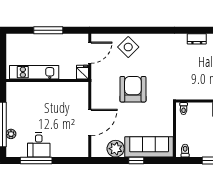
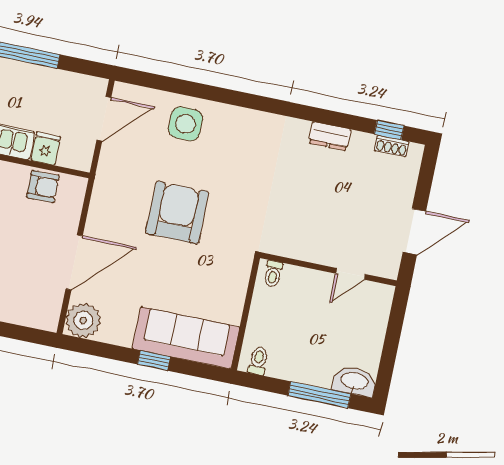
side table: (128, 47) -> (186, 124), turned 45
fridge: (82, 72) -> (46, 149), moved
armchair: (68, 90) -> (43, 187), added
plant: (116, 149) -> (83, 320), moved

